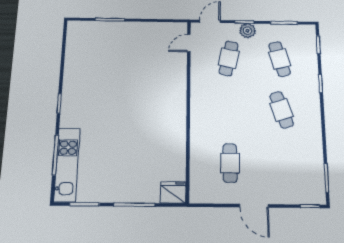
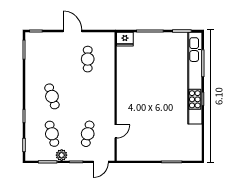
plant: (247, 31) -> (62, 155), moved
door: (189, 43) -> (116, 131), moved
kitchen unit: (67, 165) -> (195, 78), width x1.86

